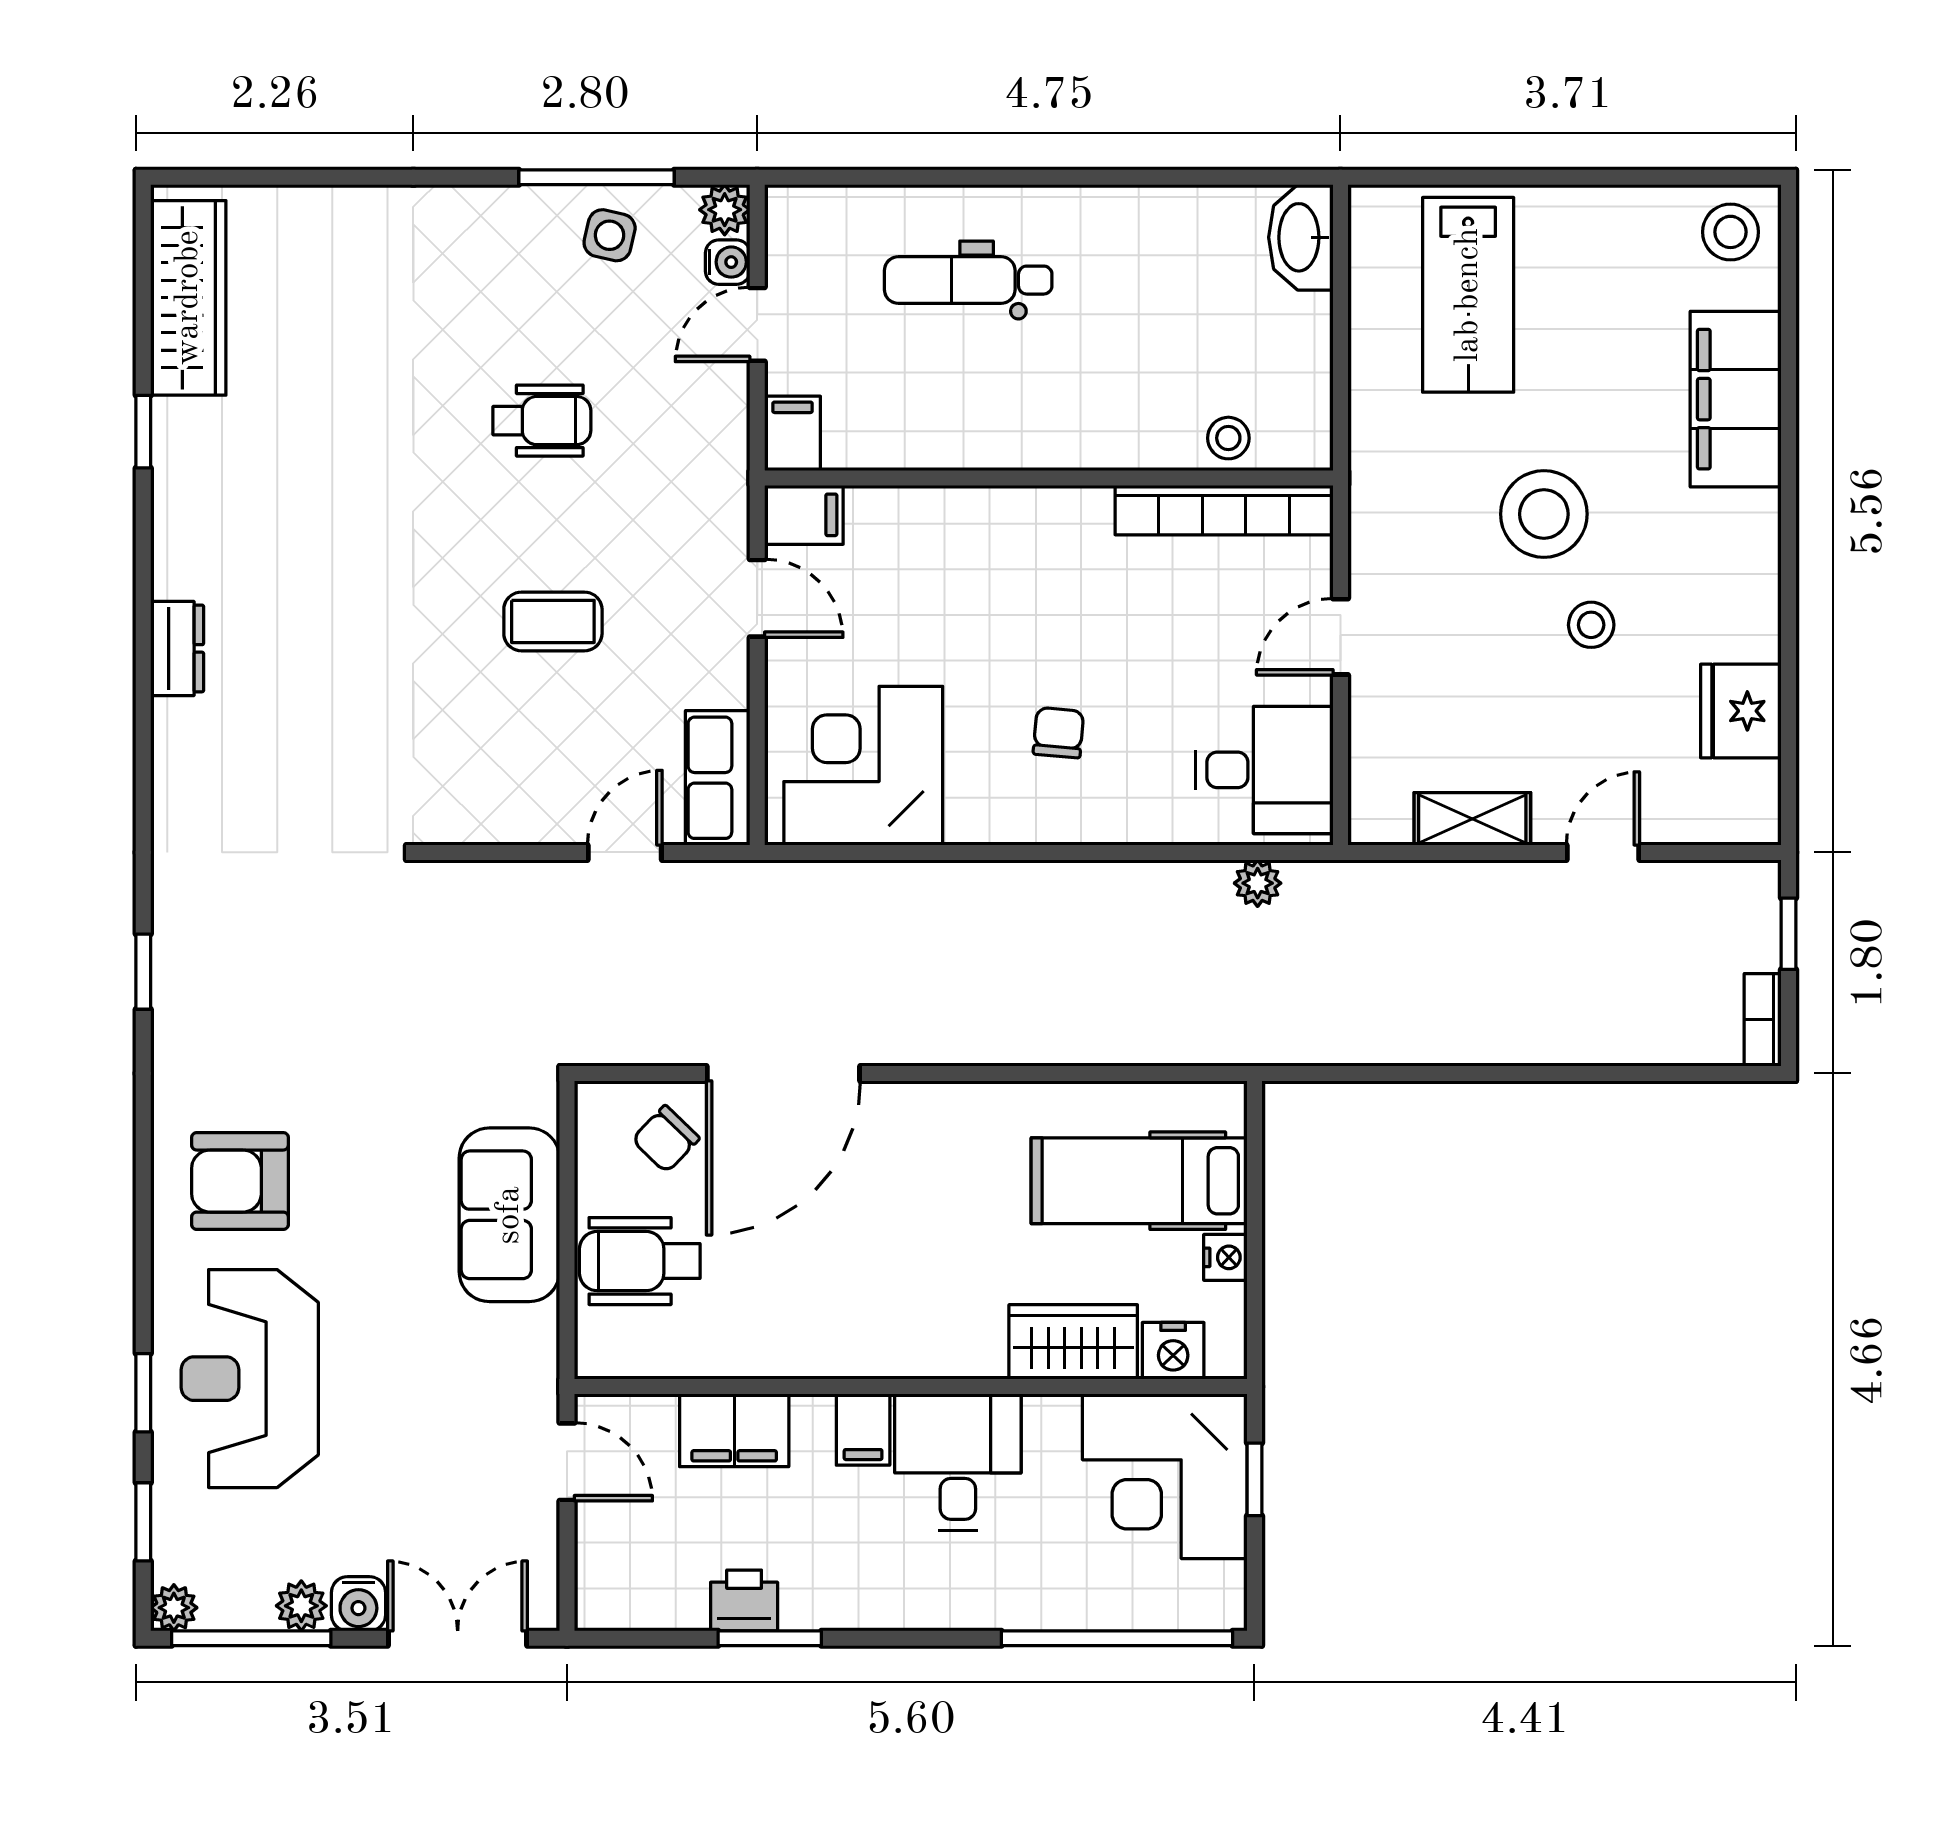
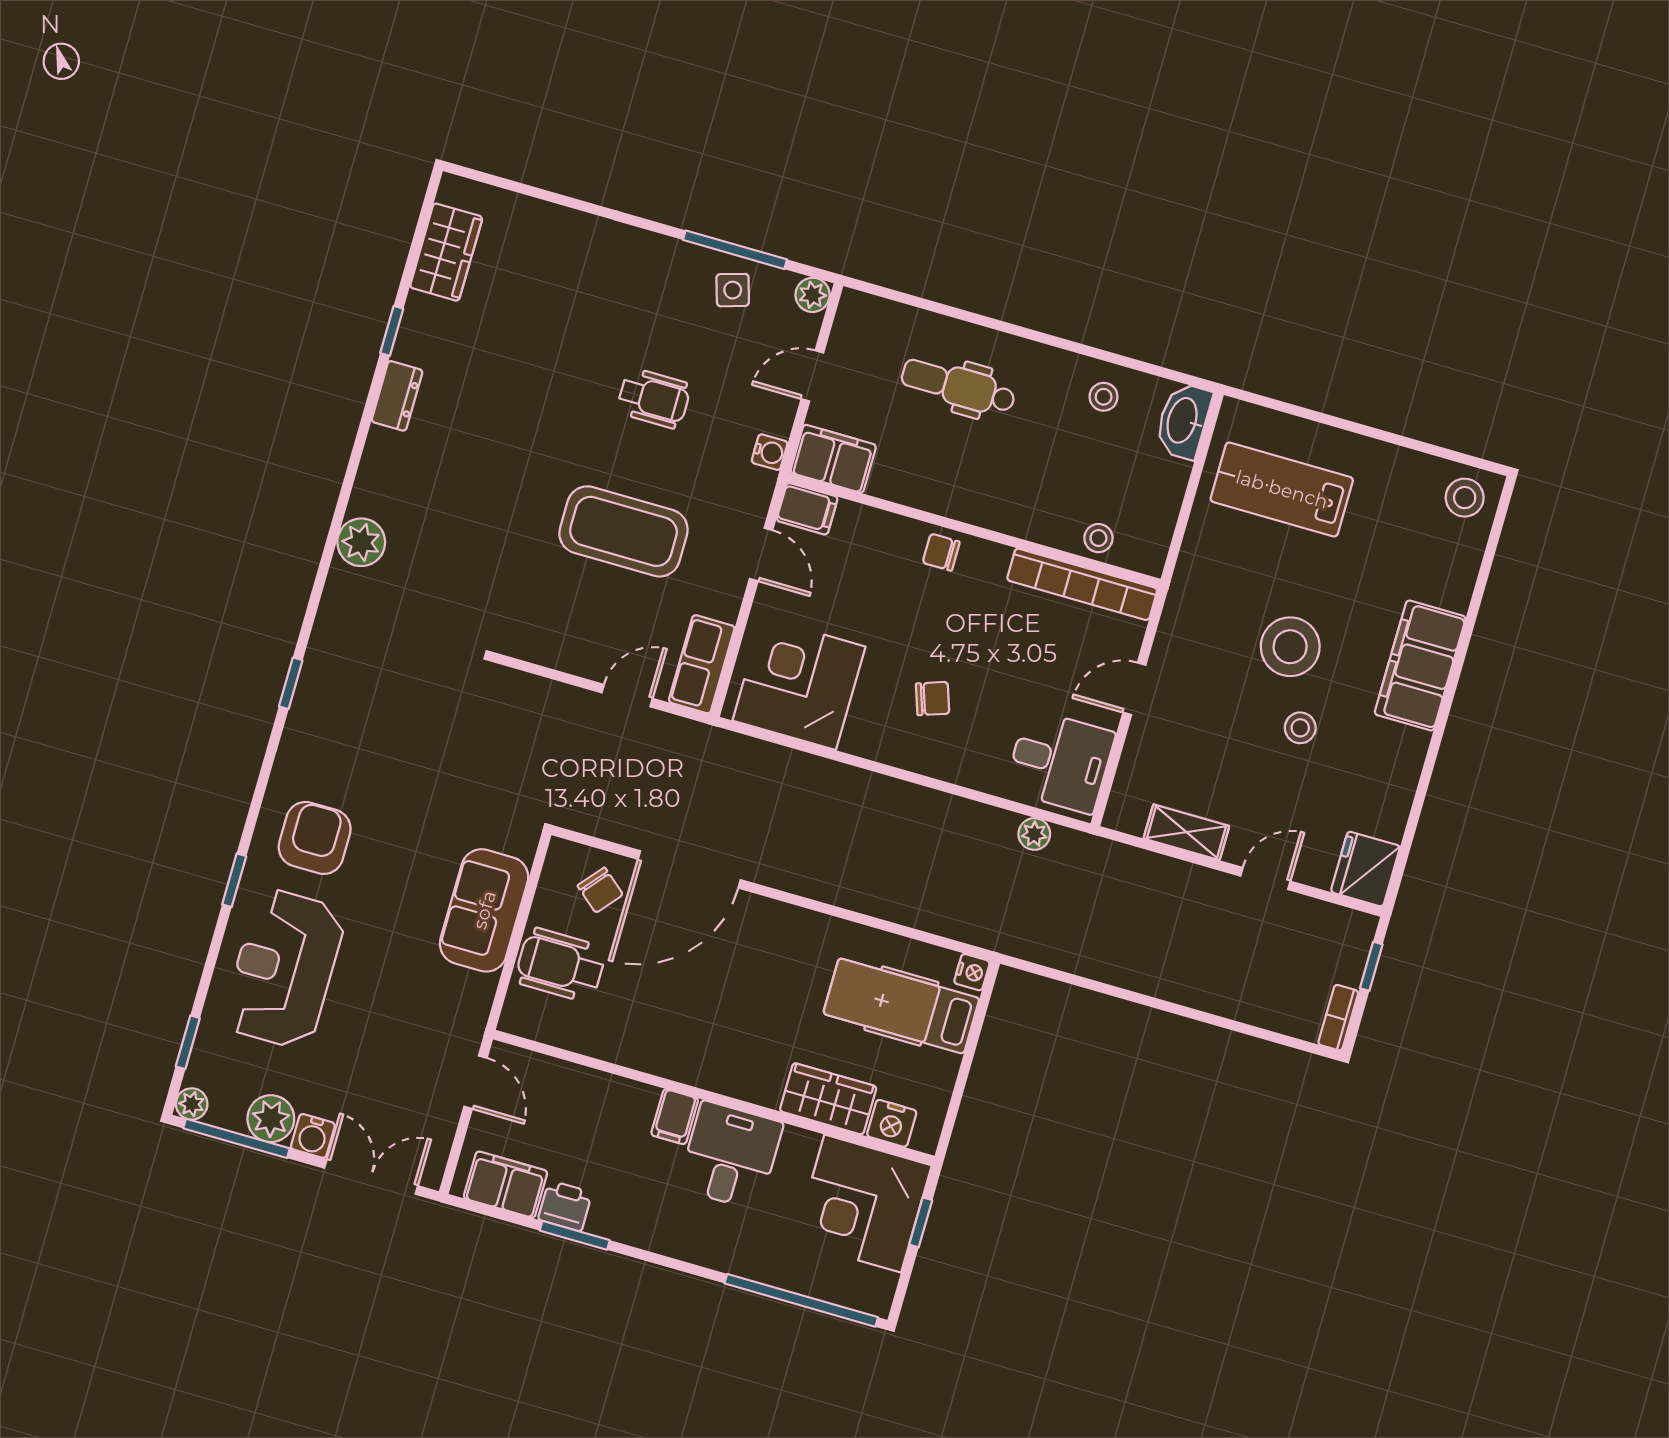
side table: (610, 235) -> (733, 290), turned -30
stool: (1178, 236) -> (1104, 397), added
water cooler: (728, 262) -> (770, 452), moved
lab bench: (1468, 295) -> (1282, 489), turned 90
wardrobe: (188, 298) -> (446, 252), width x0.67
filing cabinet: (1736, 399) -> (1420, 665), moved
filing cabinet: (793, 433) -> (833, 459), width x2.00
chair: (1011, 522) -> (941, 552), added
coffee table: (553, 621) -> (623, 531), width x1.86, depth x1.72
dresser: (177, 648) -> (397, 396), moved
fridge: (1741, 711) -> (1365, 869), moved
chair: (1058, 733) -> (932, 699), turned 66
plant: (186, 743) -> (361, 542), added
chair: (666, 1139) -> (600, 890), turned -94
armchair: (240, 1181) -> (315, 838), turned 90
nightstand: (1225, 1257) -> (972, 972), moved
window: (143, 1393) -> (234, 880), moved
filing cabinet: (734, 1430) -> (505, 1185), moved, turned 180
plant: (301, 1606) -> (271, 1119), width x1.38, depth x1.38

